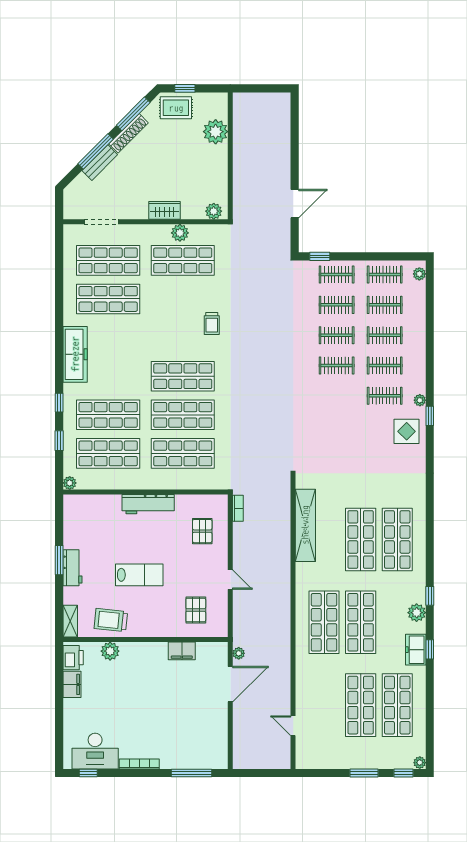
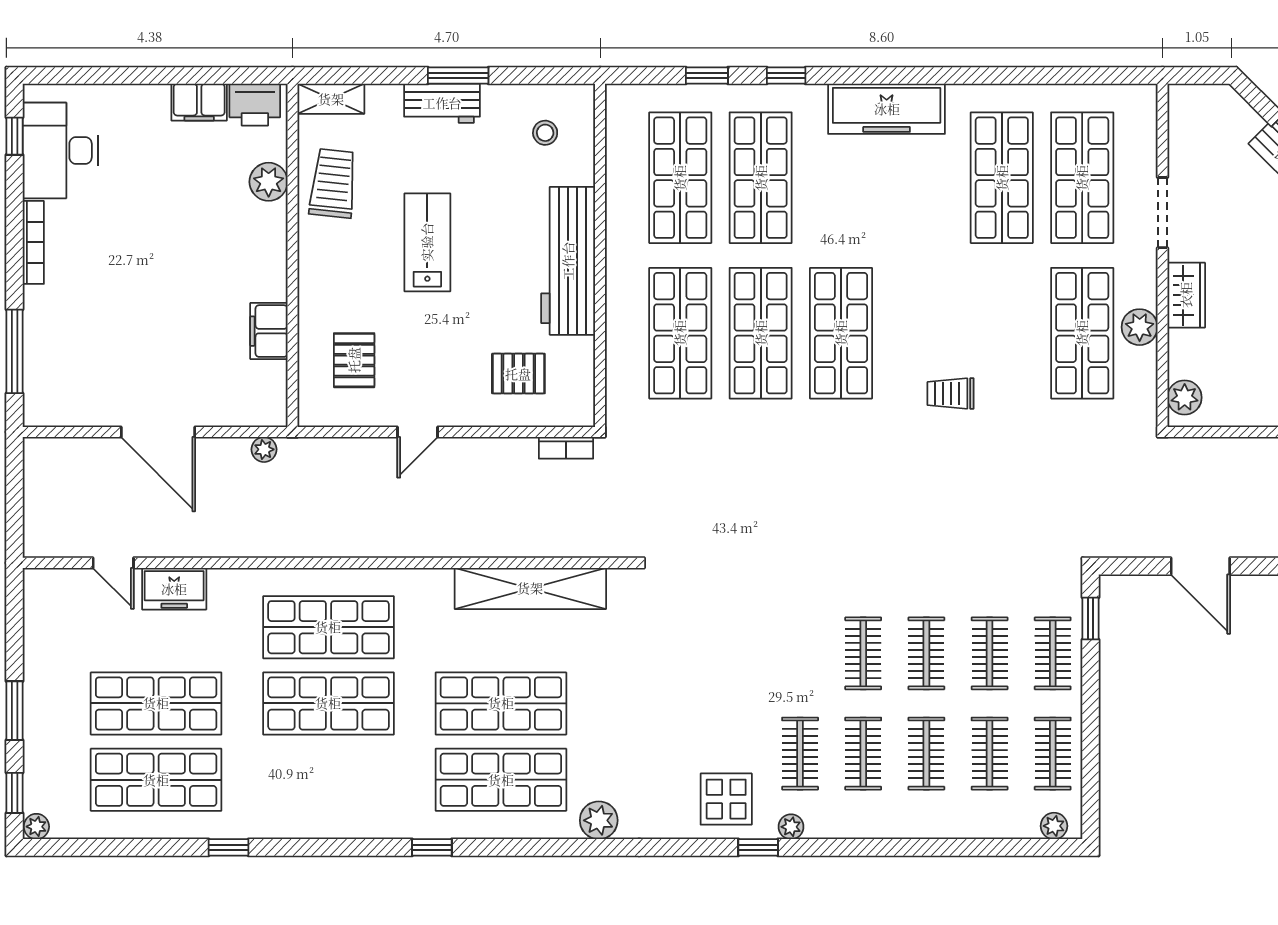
doorway: (101, 222) -> (1162, 213), moved
plant: (70, 483) -> (619, 98), removed
workbench: (148, 504) -> (568, 261), width x1.36, depth x1.32
stool: (87, 518) -> (545, 133), added
lab bench: (139, 575) -> (427, 242), turned 180
window: (430, 596) -> (432, 847), moved
pallet: (196, 610) -> (354, 360), turned 90
plant: (417, 613) -> (599, 820), moved
window: (430, 649) -> (228, 847), moved
freezer: (416, 650) -> (174, 589), moved, turned 180
door: (230, 684) -> (158, 432), moved
door: (293, 726) -> (113, 563), swing flipped

